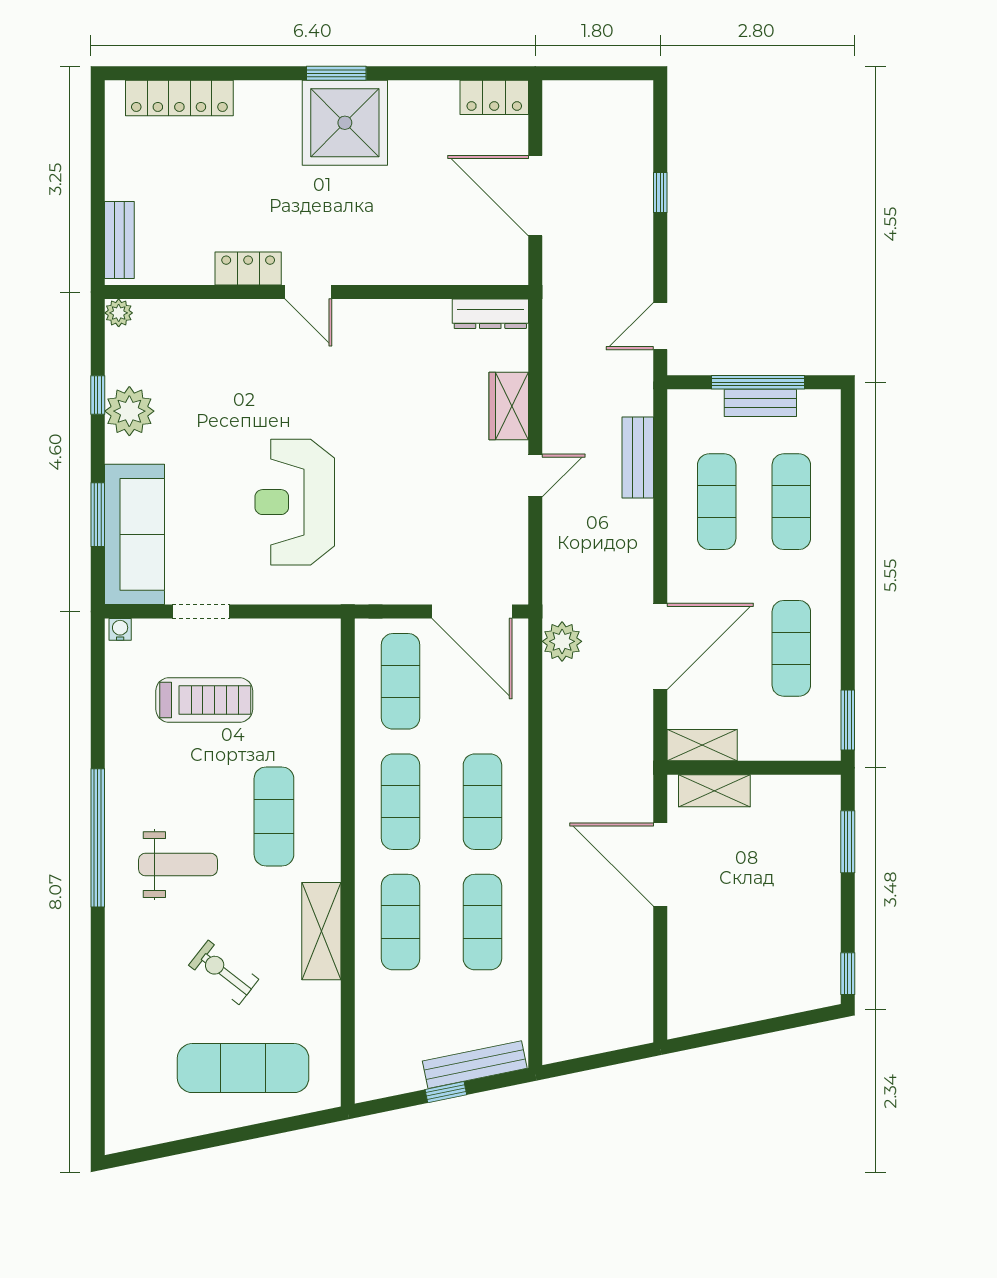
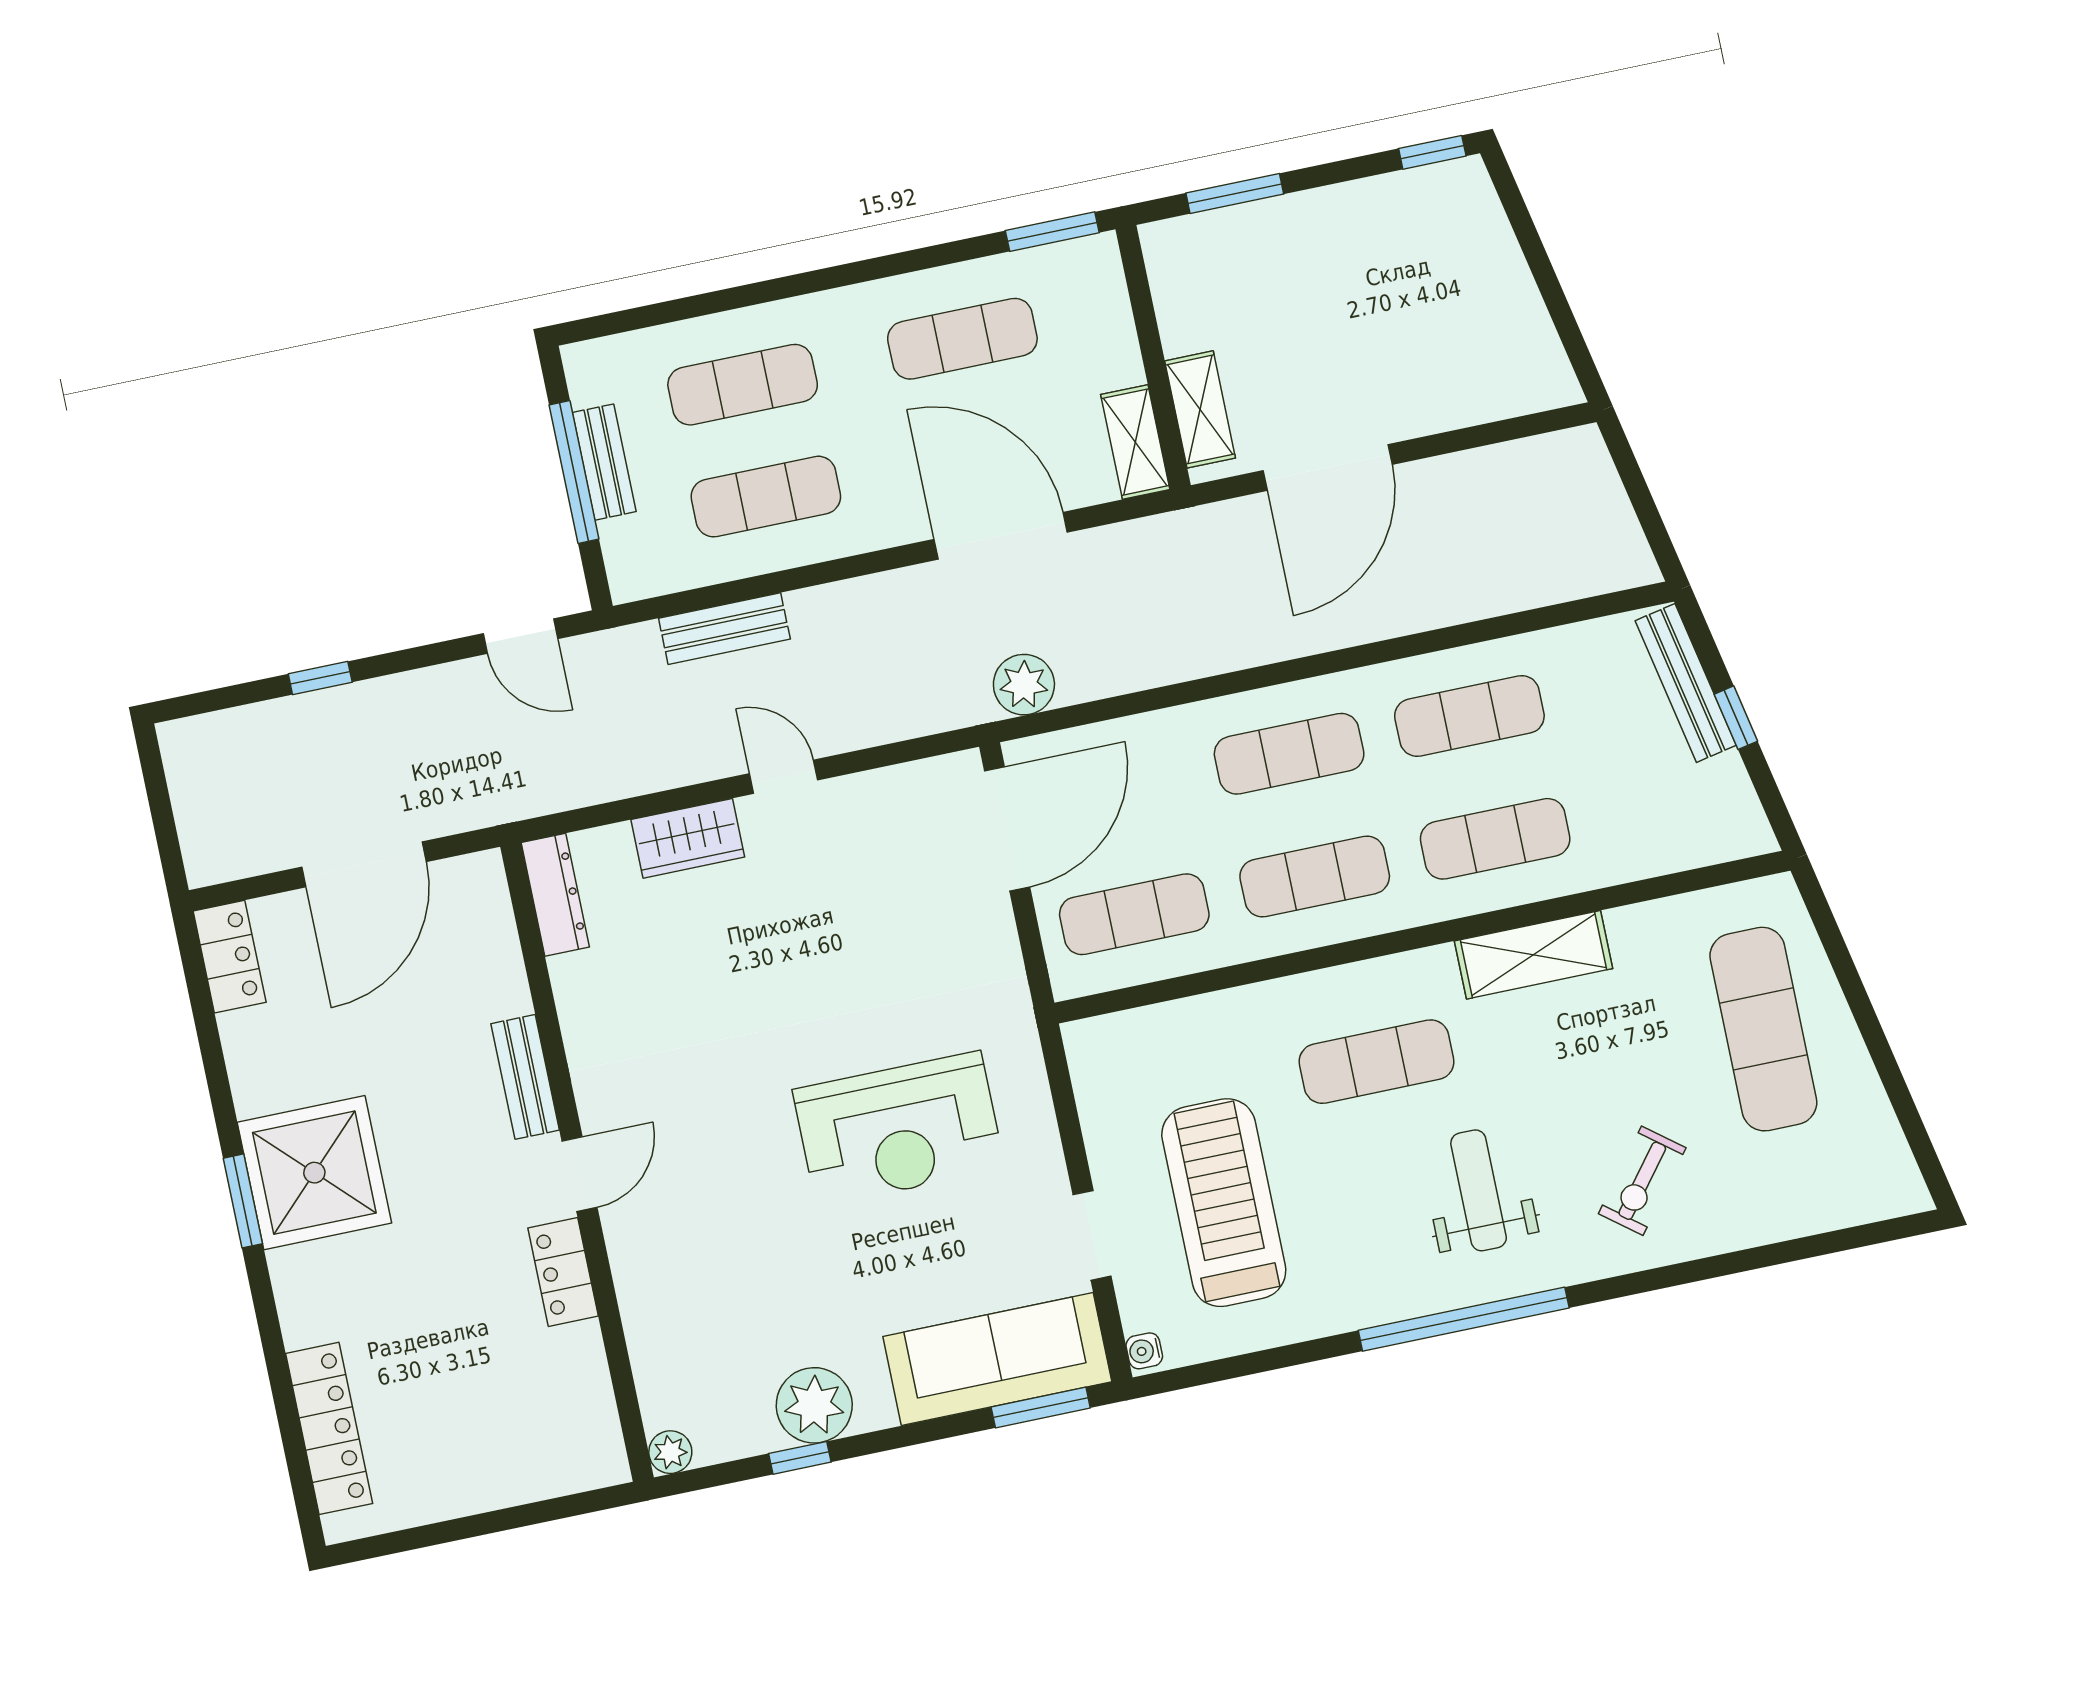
bench: (119, 240) -> (525, 1077), moved, turned 90
window: (98, 515) -> (1041, 1408), moved
treadmill: (204, 700) -> (1224, 1203), width x1.37, depth x1.38
exercise bike: (224, 972) -> (1642, 1181), moved

